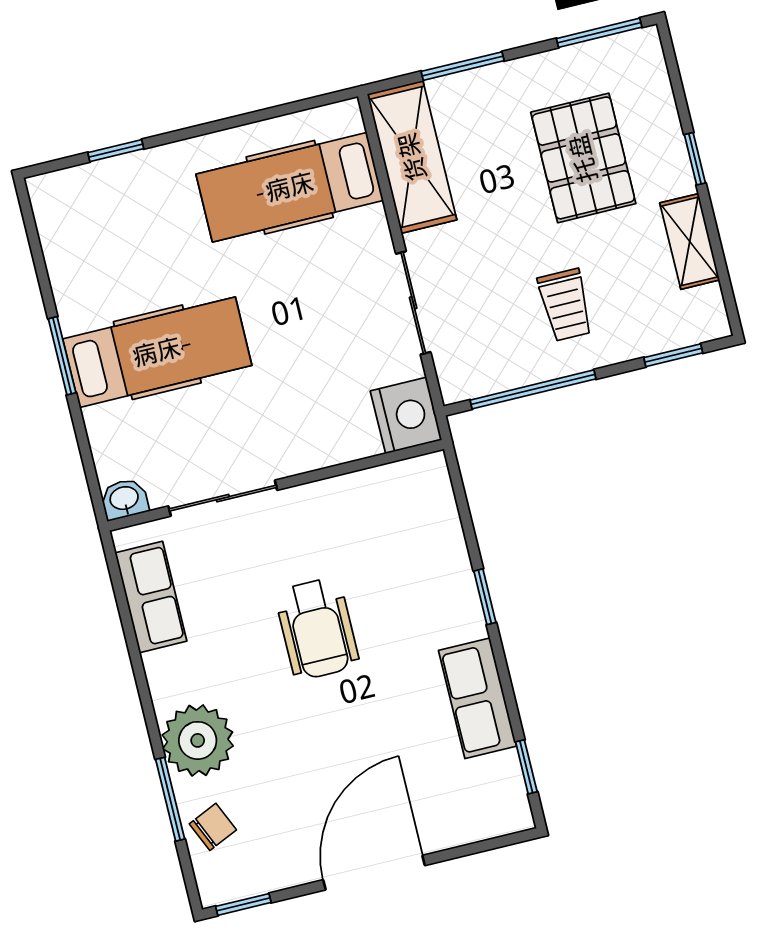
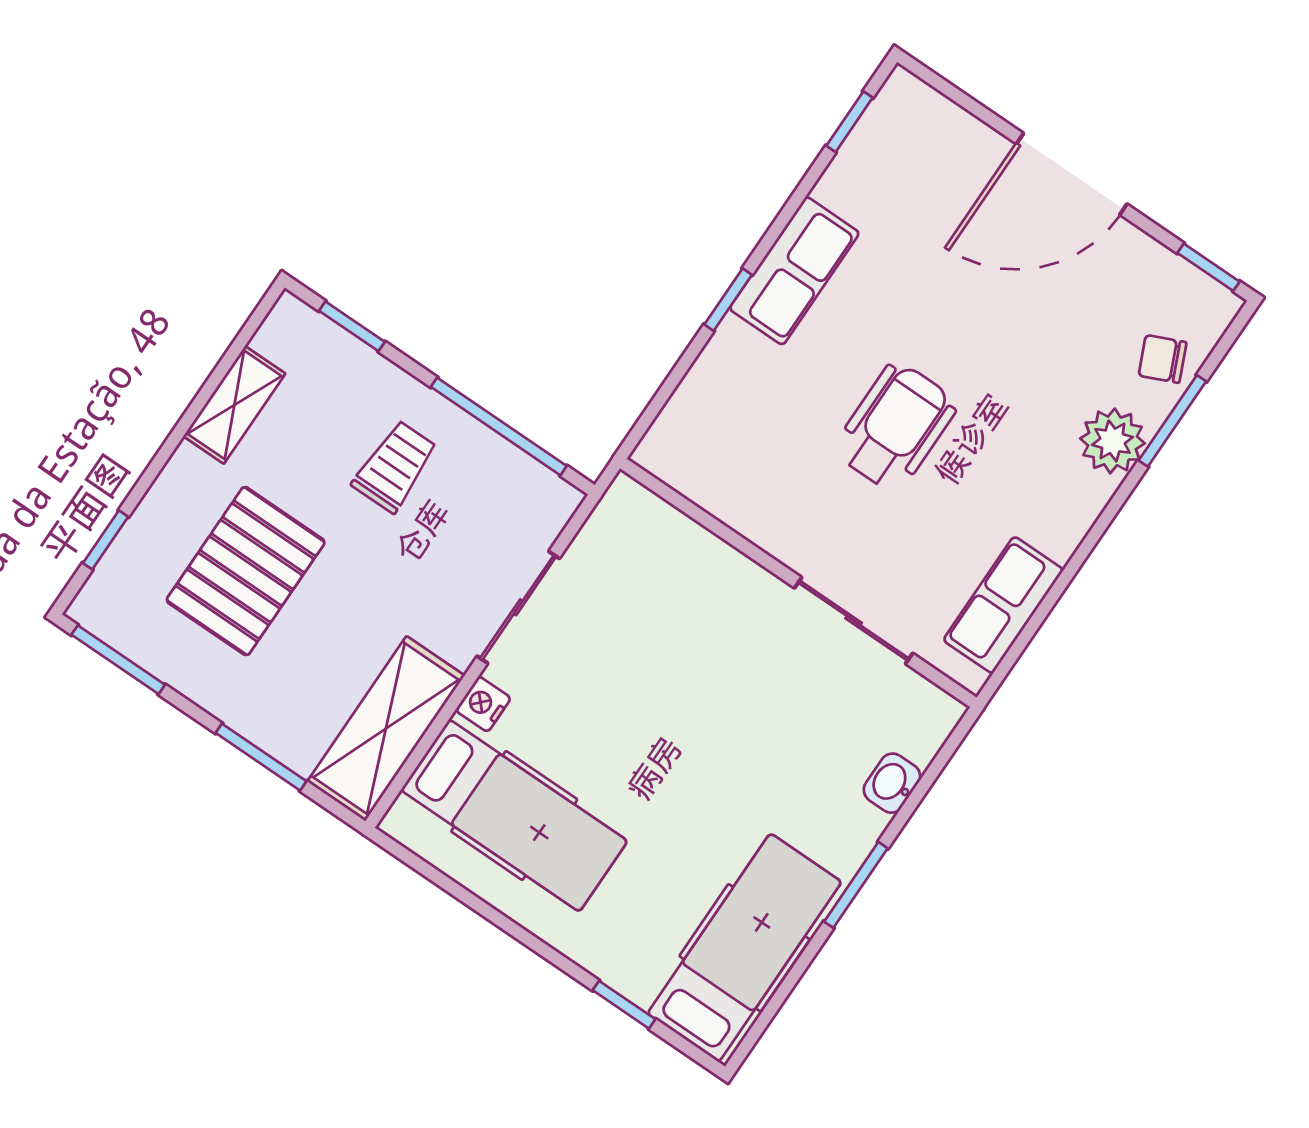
window: (695, 159) -> (106, 540), moved
hospital bed: (157, 352) -> (745, 948), moved, turned 90
nightstand: (406, 415) -> (483, 704), moved, width x0.53, depth x0.56
washbasin: (124, 499) -> (892, 783), moved, turned 90
row of seats: (477, 698) -> (794, 271), moved
plant: (198, 740) -> (1113, 441), width x0.73, depth x0.73

